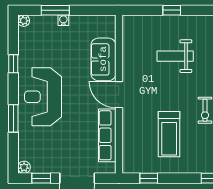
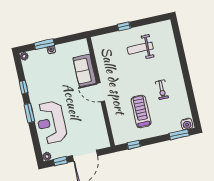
weight bench: (175, 56) -> (140, 48), moved
reception desk: (43, 97) -> (51, 122), moved
window: (13, 118) -> (29, 113), moved
treadmill: (169, 134) -> (141, 112), turned 180
row of seats: (107, 135) -> (99, 122), removed

